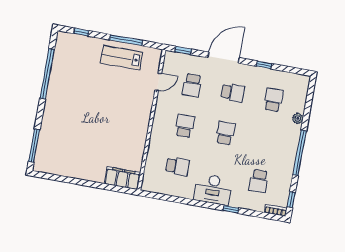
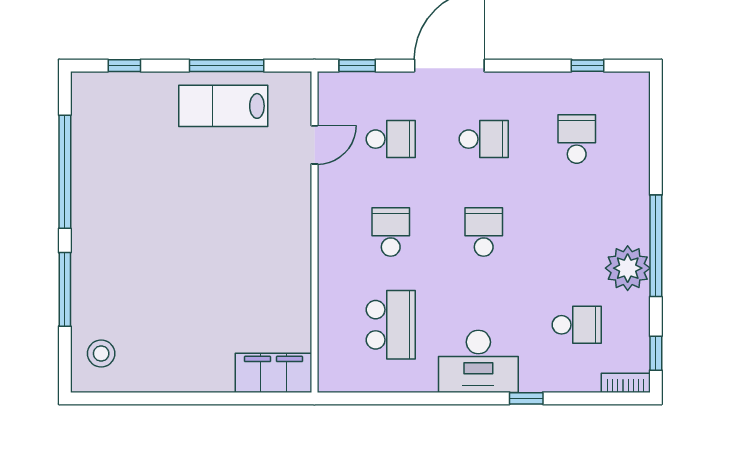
window: (264, 65) -> (588, 66), moved
school desk: (192, 85) -> (391, 139), turned -90
plant: (298, 118) -> (628, 268), moved, width x1.88, depth x1.88
window: (34, 146) -> (65, 289), moved
stool: (49, 156) -> (101, 353), added
school desk: (177, 166) -> (391, 325), width x1.85
school desk: (259, 181) -> (577, 325), turned -90

